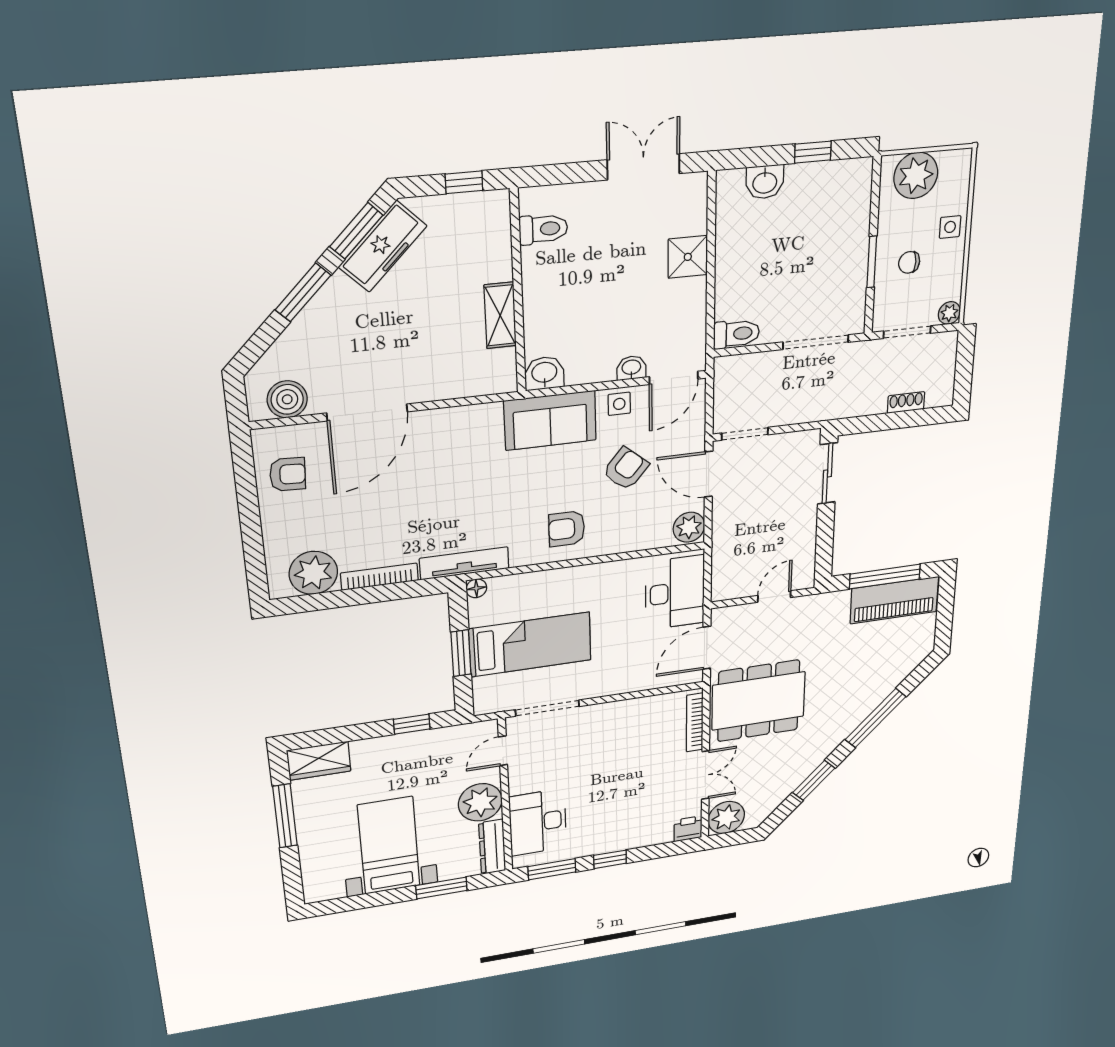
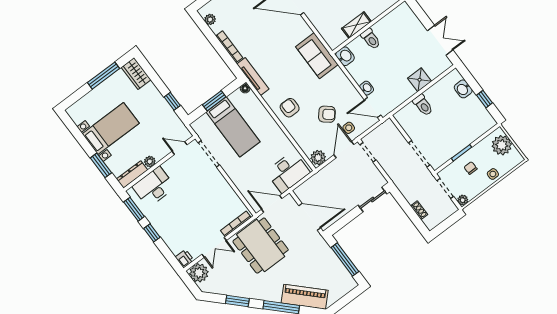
toilet: (543, 229) -> (371, 39), moved
toilet: (736, 334) -> (423, 105), moved
side table: (619, 404) -> (349, 128), moved
sofa: (550, 420) -> (317, 56), moved
plant: (313, 573) -> (210, 19), width x0.53, depth x0.53
door: (774, 597) -> (310, 217), width x1.87
piano: (894, 600) -> (305, 297), moved, turned 135
plant: (480, 802) -> (150, 162), width x0.53, depth x0.53

